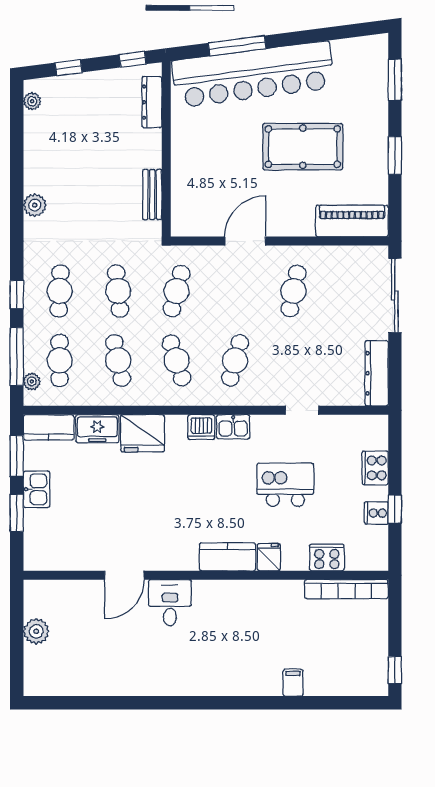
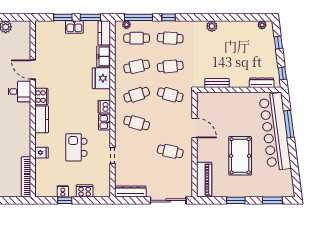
kitchen island: (285, 485) -> (76, 147), turned 180
fridge: (269, 557) -> (42, 153), moved
cooker: (327, 557) -> (41, 97), moved

